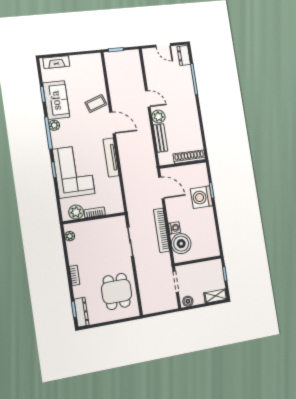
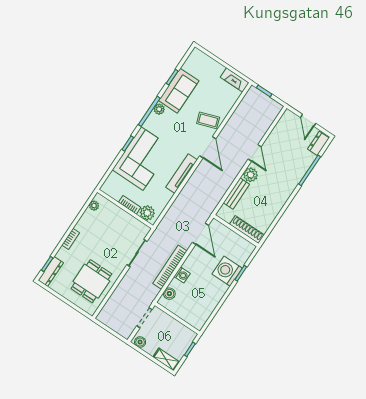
fireplace: (56, 62) -> (235, 80), moved
plant: (76, 212) -> (147, 213), moved
boiler: (181, 244) -> (169, 294), width x0.54, depth x0.54

